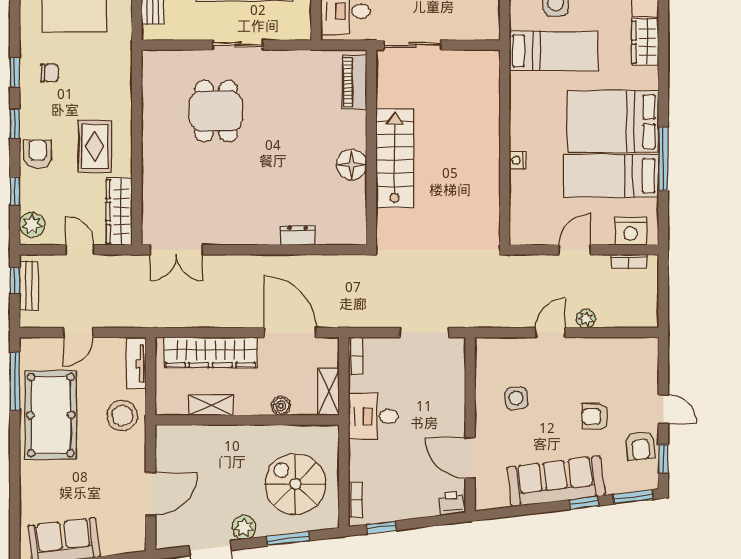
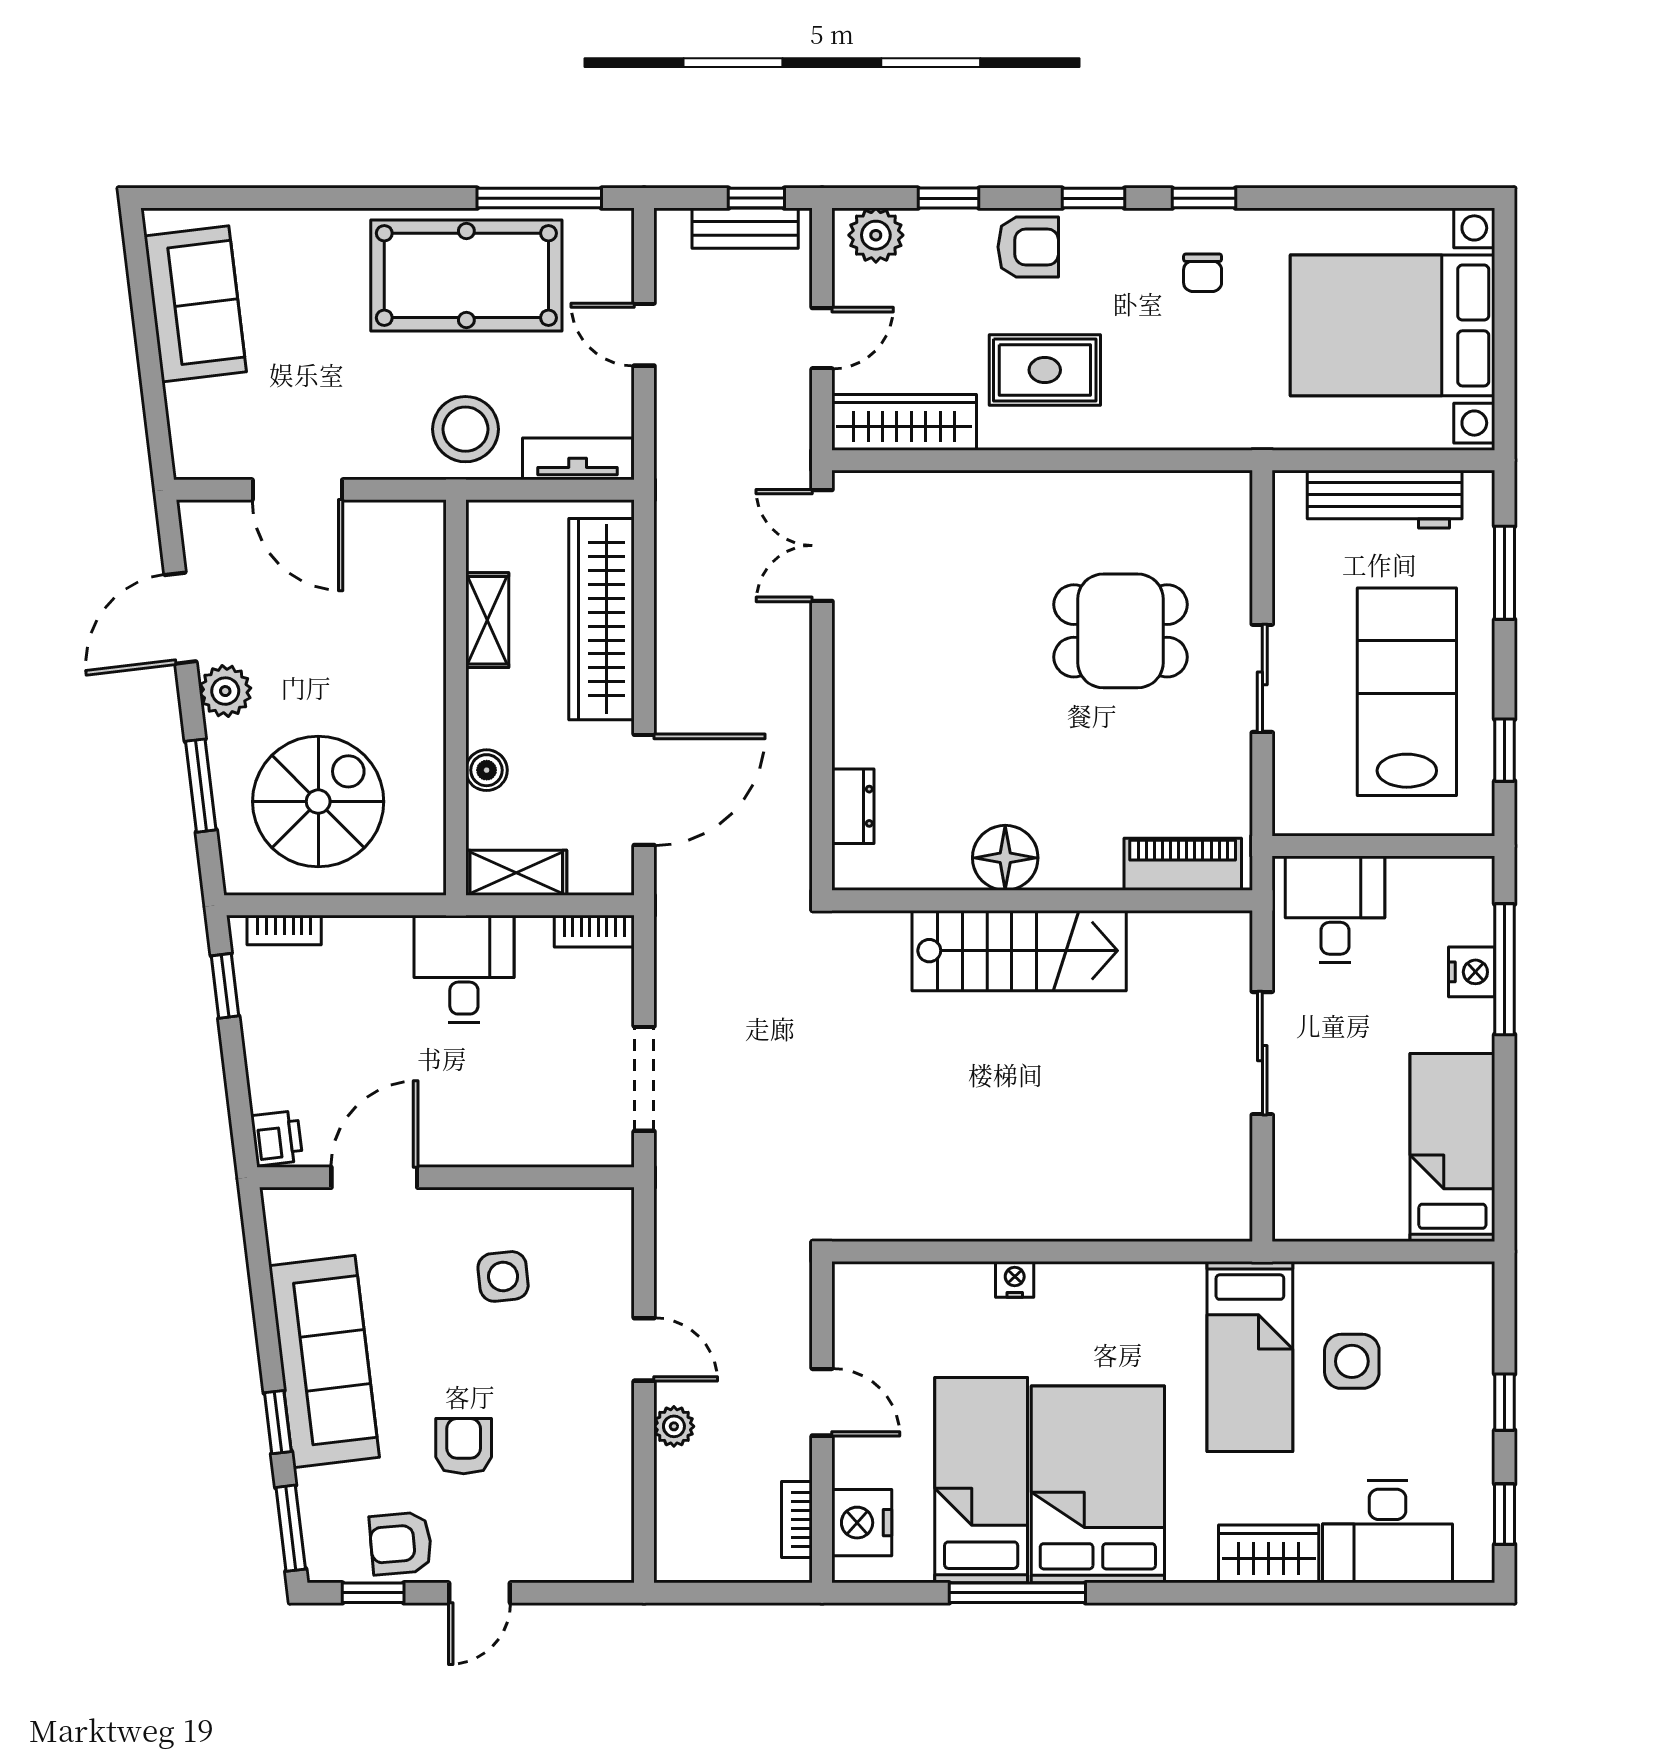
piano: (354, 82) -> (1183, 864), moved
wall: (371, 147) -> (1042, 900), moved
stairs: (395, 158) -> (1019, 951), moved
floor lamp: (351, 165) -> (1005, 858), moved

